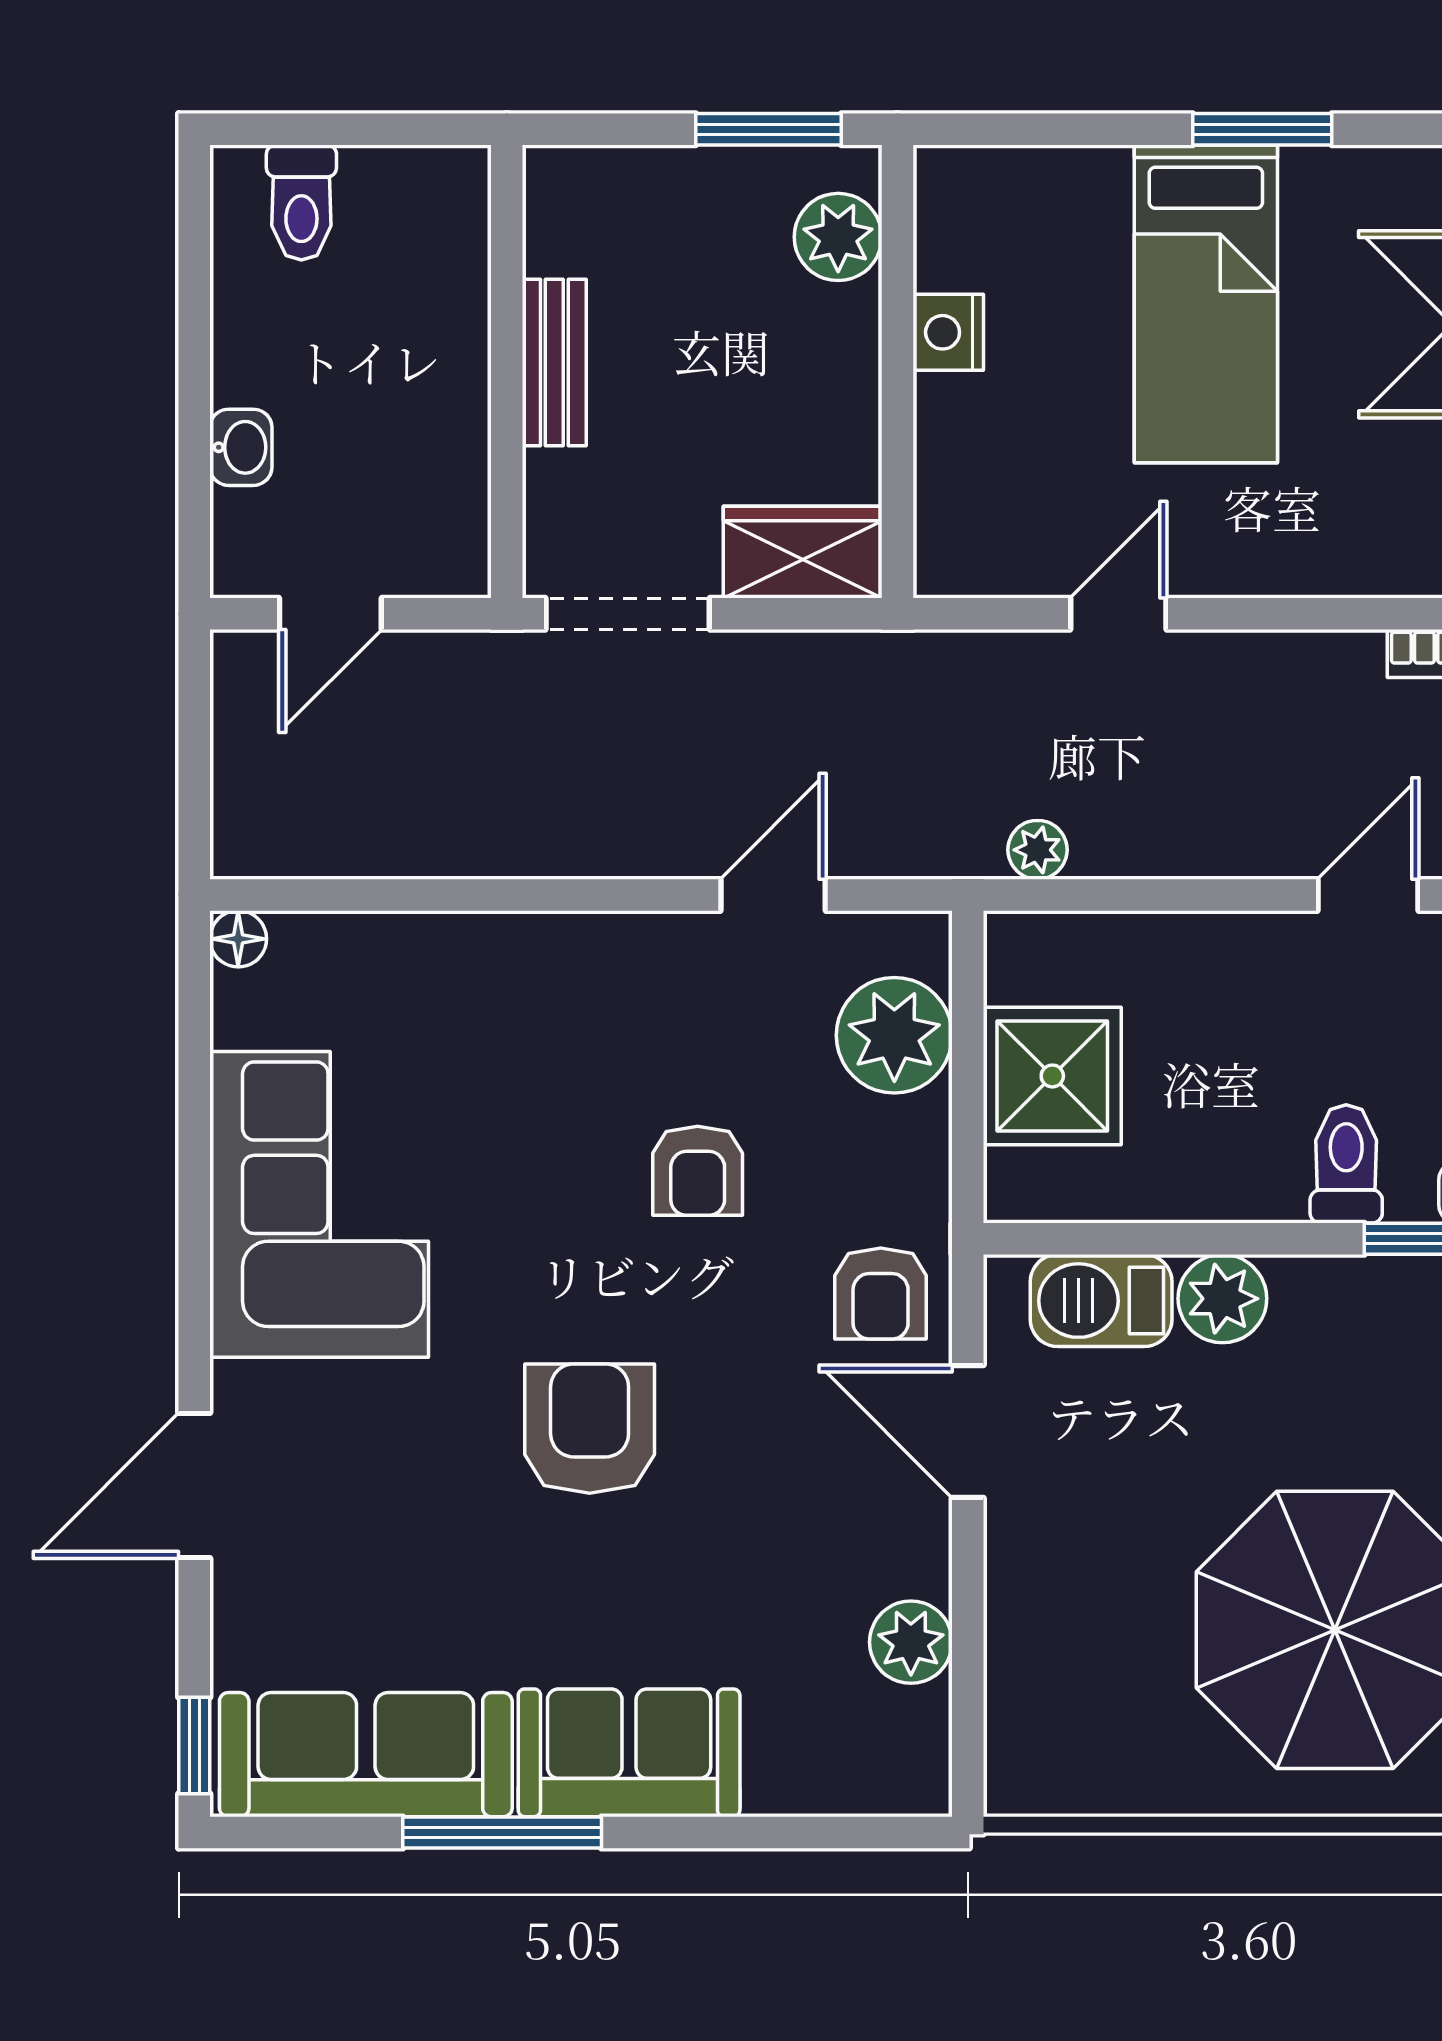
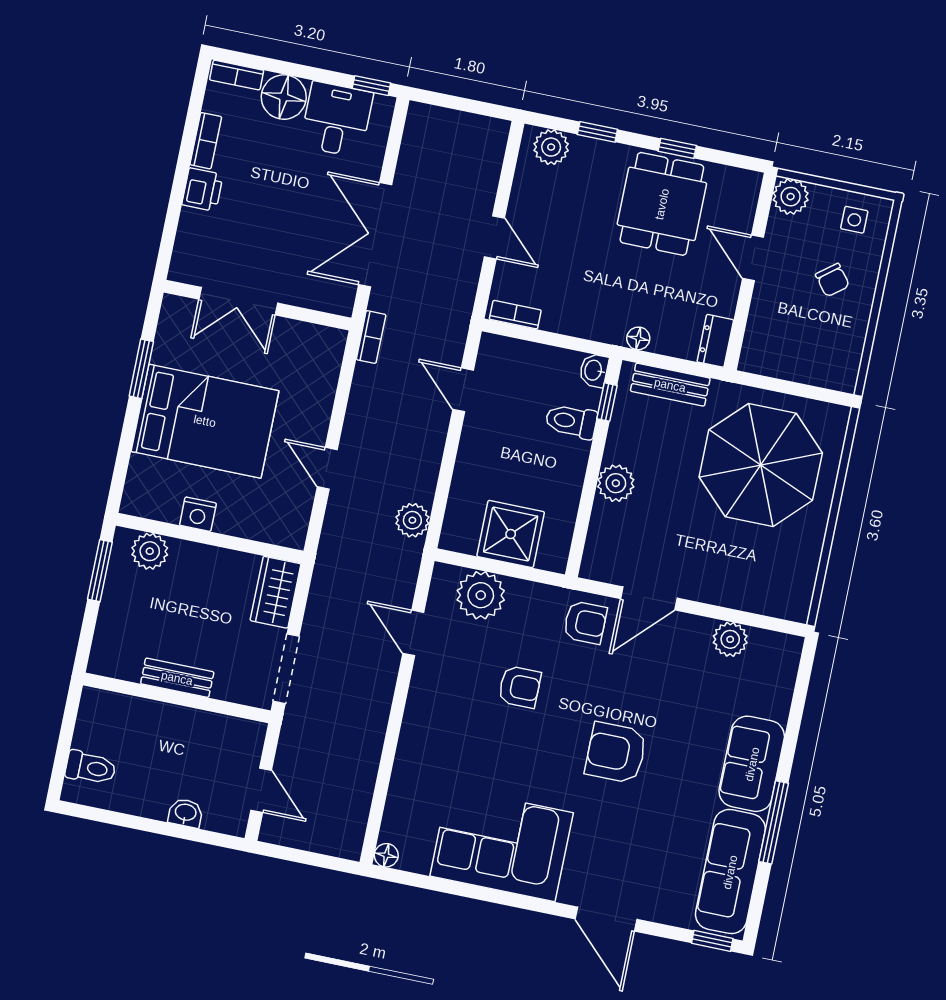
bed: (1206, 304) -> (205, 421), width x1.50
plant: (1037, 850) -> (412, 520), width x1.38, depth x1.38
barbecue: (1101, 1301) -> (606, 533), removed

